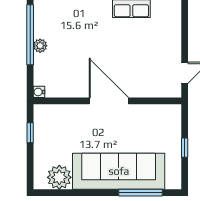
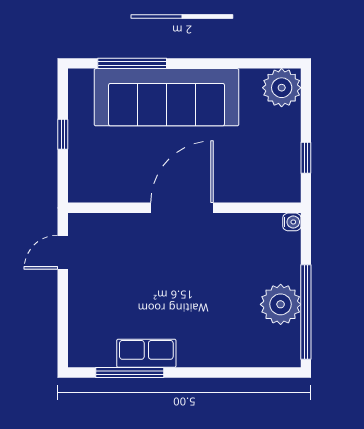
plant: (40, 46) -> (281, 304), width x1.87, depth x1.87
door: (109, 101) -> (182, 208), swing flipped
plant: (59, 177) -> (282, 88), moved

